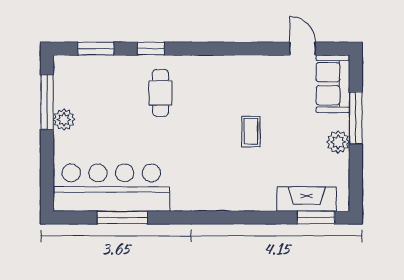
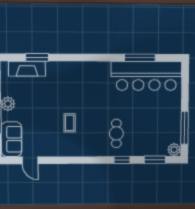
plant: (64, 120) -> (174, 150), moved
coffee table: (251, 132) -> (70, 123), moved
window: (316, 217) -> (37, 57), moved

